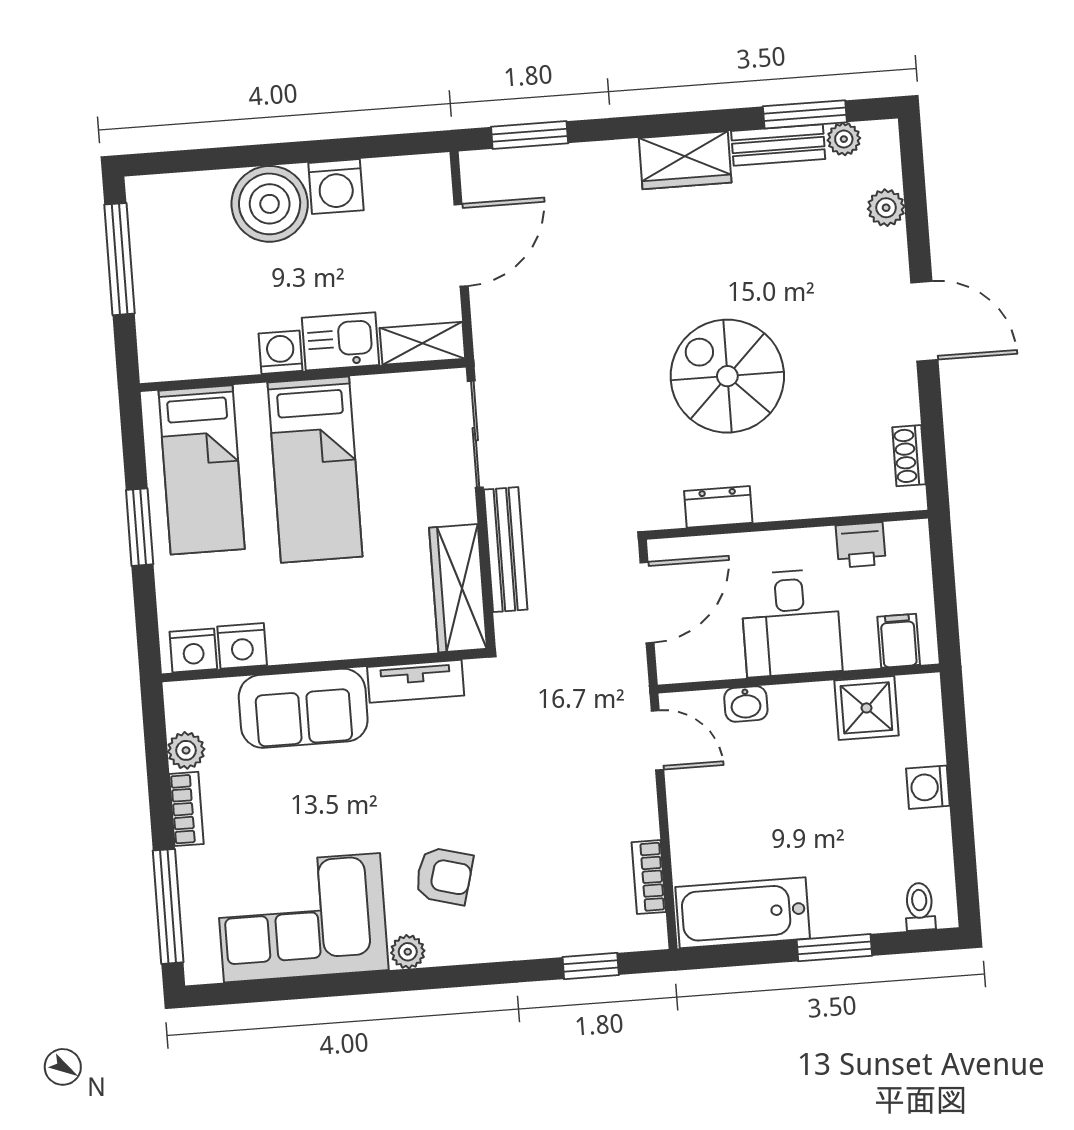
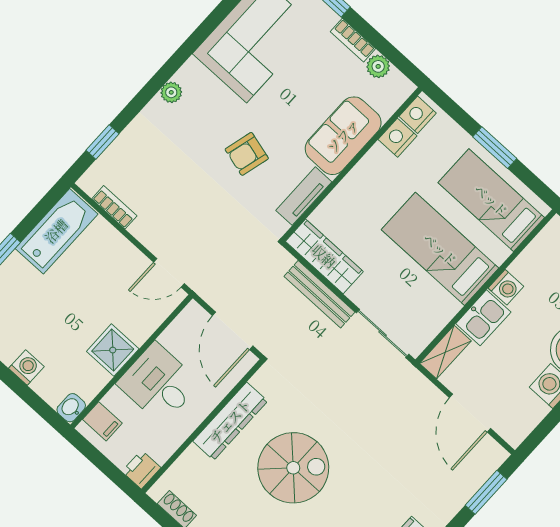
dresser: (718, 507) -> (230, 421), width x1.96, depth x1.24
printer: (861, 545) -> (141, 470), moved
washbasin: (746, 704) -> (71, 408), moved
shower: (866, 708) -> (113, 350), moved
armchair: (444, 876) -> (247, 154), moved
plant: (408, 952) -> (171, 92), moved

